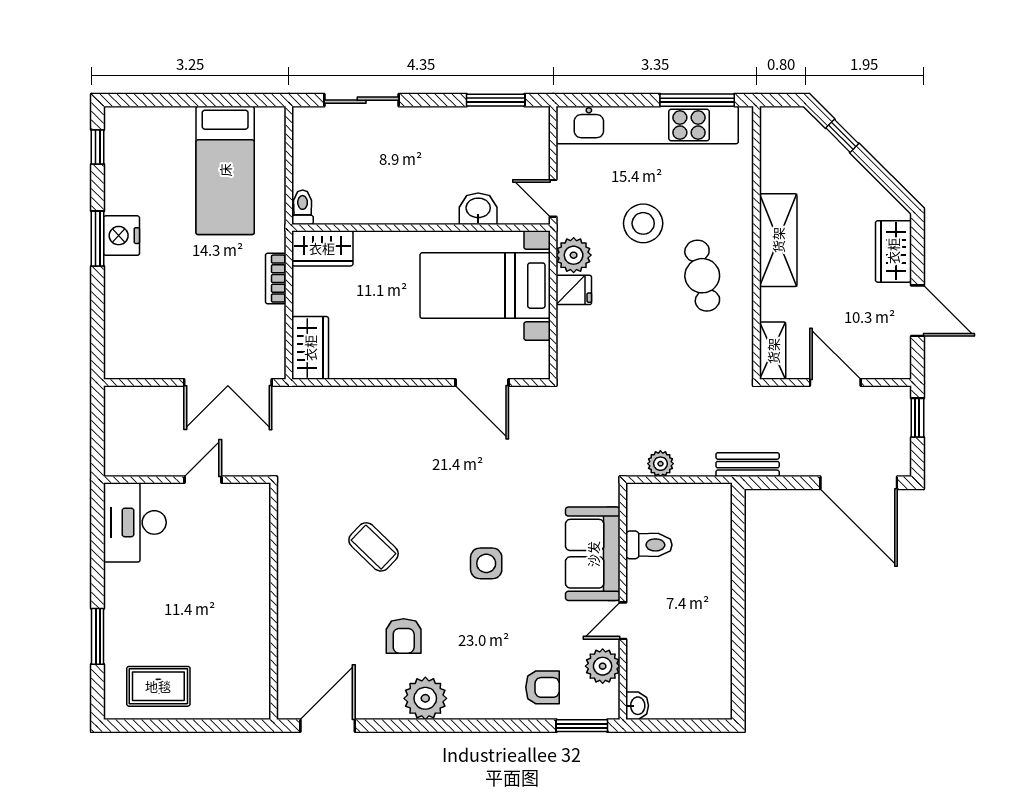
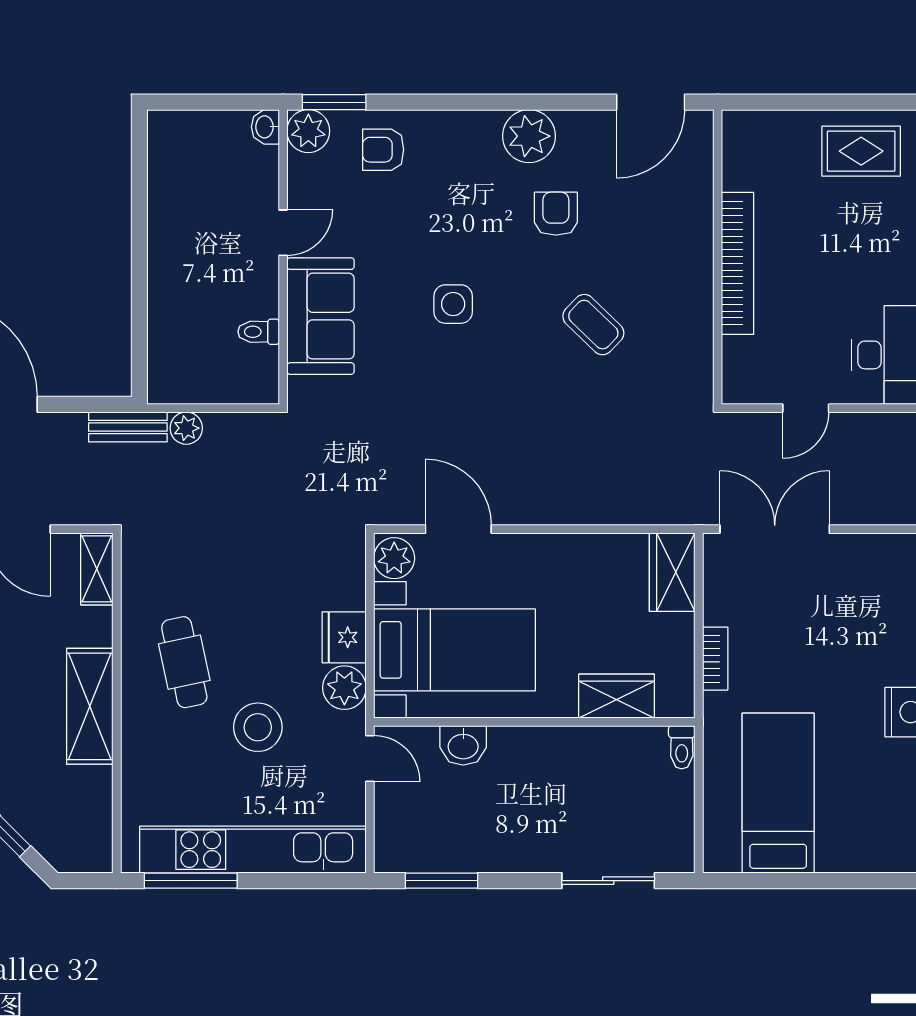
wardrobe: (322, 248) -> (617, 696), moved
fridge: (574, 290) -> (344, 637), width x1.38
plant: (534, 359) -> (394, 558), added
plant: (660, 464) -> (186, 428), moved
toilet: (649, 545) -> (259, 332), width x0.73, depth x0.72
bookcase: (258, 596) -> (738, 263), added
plant: (603, 666) -> (308, 131), moved

